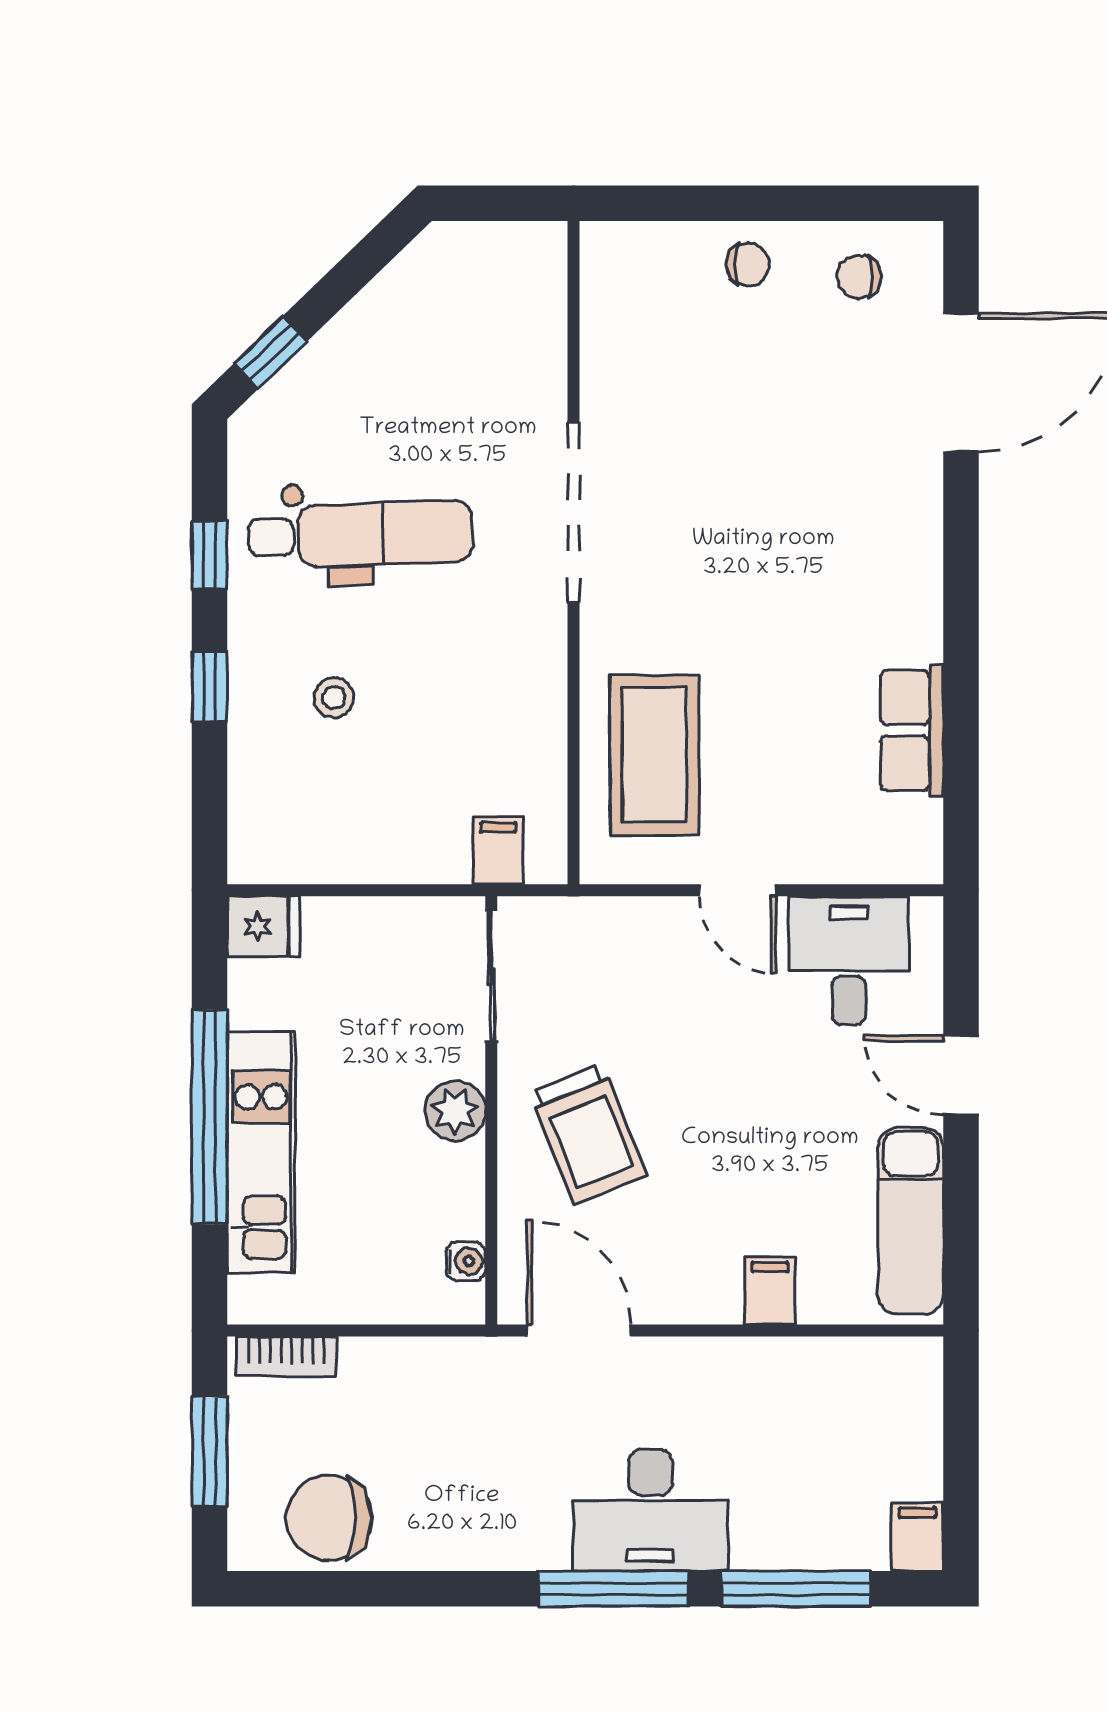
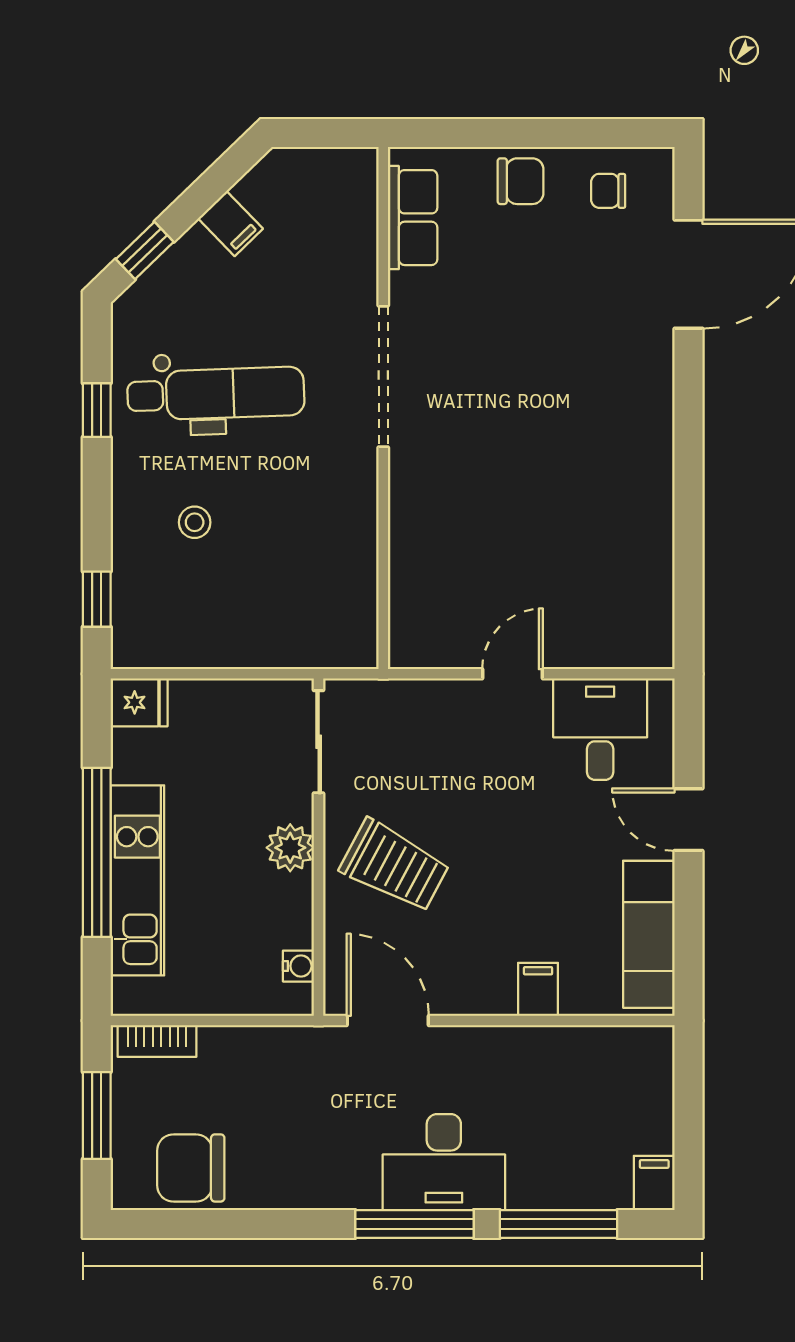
chair: (748, 265) -> (521, 181), width x1.37, depth x1.37
window: (209, 687) -> (97, 599), moved
row of seats: (912, 730) -> (413, 218), moved, turned 180
coffee table: (654, 755) -> (447, 567), removed
filing cabinet: (498, 851) -> (231, 224), moved, turned 136
door: (738, 890) -> (513, 674), swing flipped
trolley: (588, 1134) -> (395, 866), turned -40

